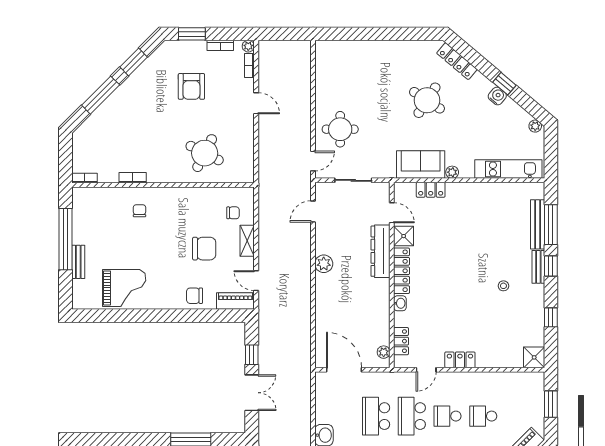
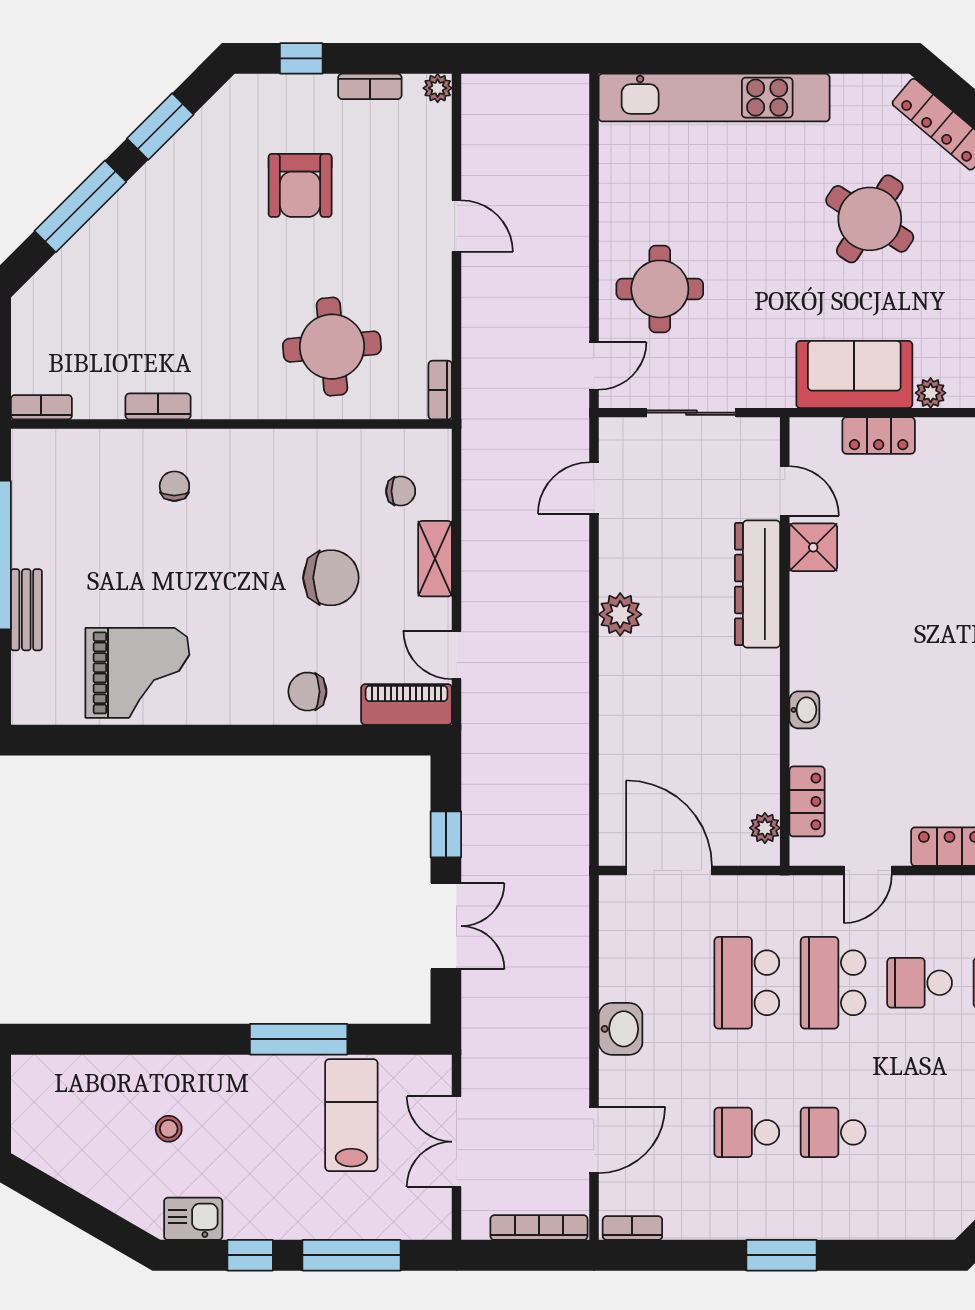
window: (192, 34) -> (301, 58), width x0.67
kitchen unit: (363, 50) -> (714, 98), added
bookcase: (249, 66) -> (440, 390), moved
round table: (205, 153) -> (332, 347), turned -32
locker: (402, 271) -> (808, 631), removed

